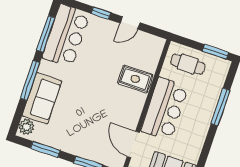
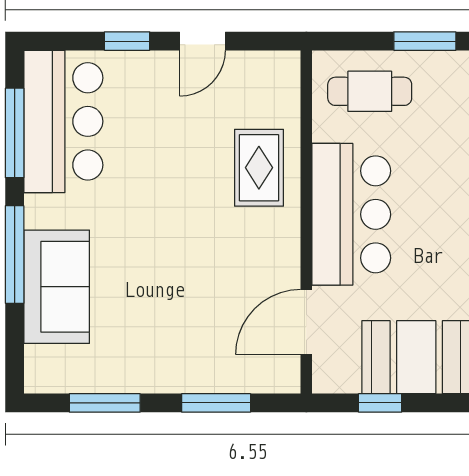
rug: (135, 79) -> (259, 168), turned 90
plant: (26, 127) -> (43, 365), removed
door: (133, 144) -> (306, 322), hinge flipped

